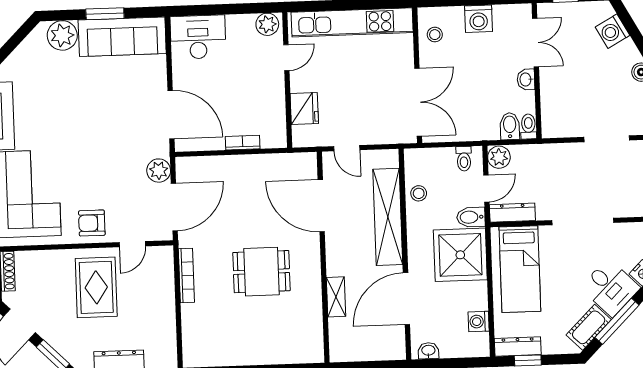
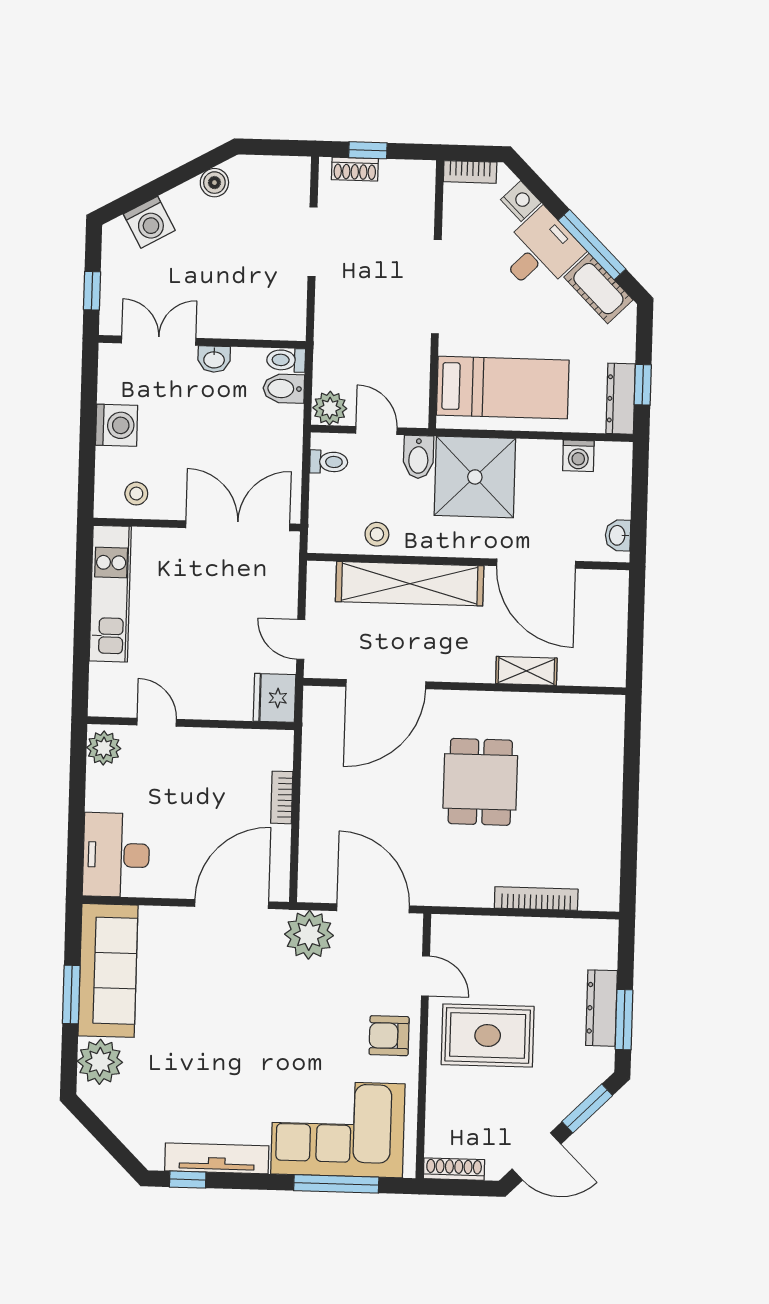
kitchen unit: (352, 22) -> (110, 594), width x0.73
fridge: (304, 109) -> (275, 698), moved, turned -90
door: (347, 148) -> (301, 639), swing flipped
plant: (159, 171) -> (309, 935), width x1.36, depth x1.36
dresser: (512, 213) -> (416, 393), removed
armchair: (92, 223) -> (389, 1036), turned 90
bookcase: (186, 275) -> (536, 899), moved

